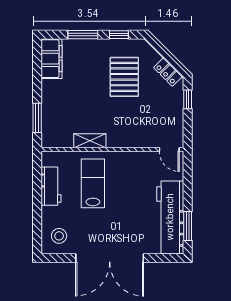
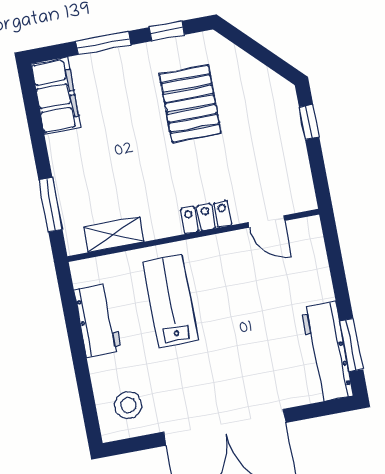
locker: (168, 72) -> (206, 217), moved, turned 135
shelving: (90, 141) -> (114, 234), moved
door: (169, 149) -> (267, 222), moved
workbench: (170, 217) -> (327, 352), width x0.73, depth x0.76

